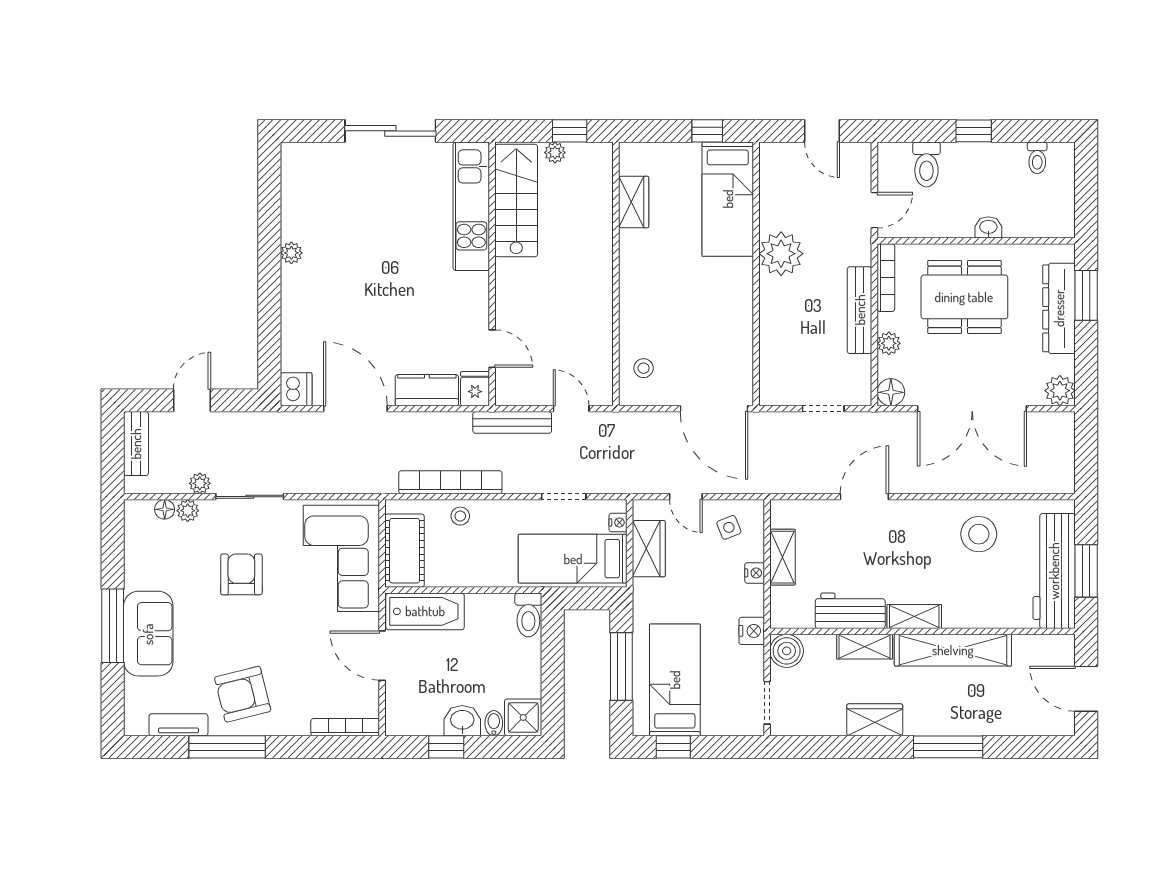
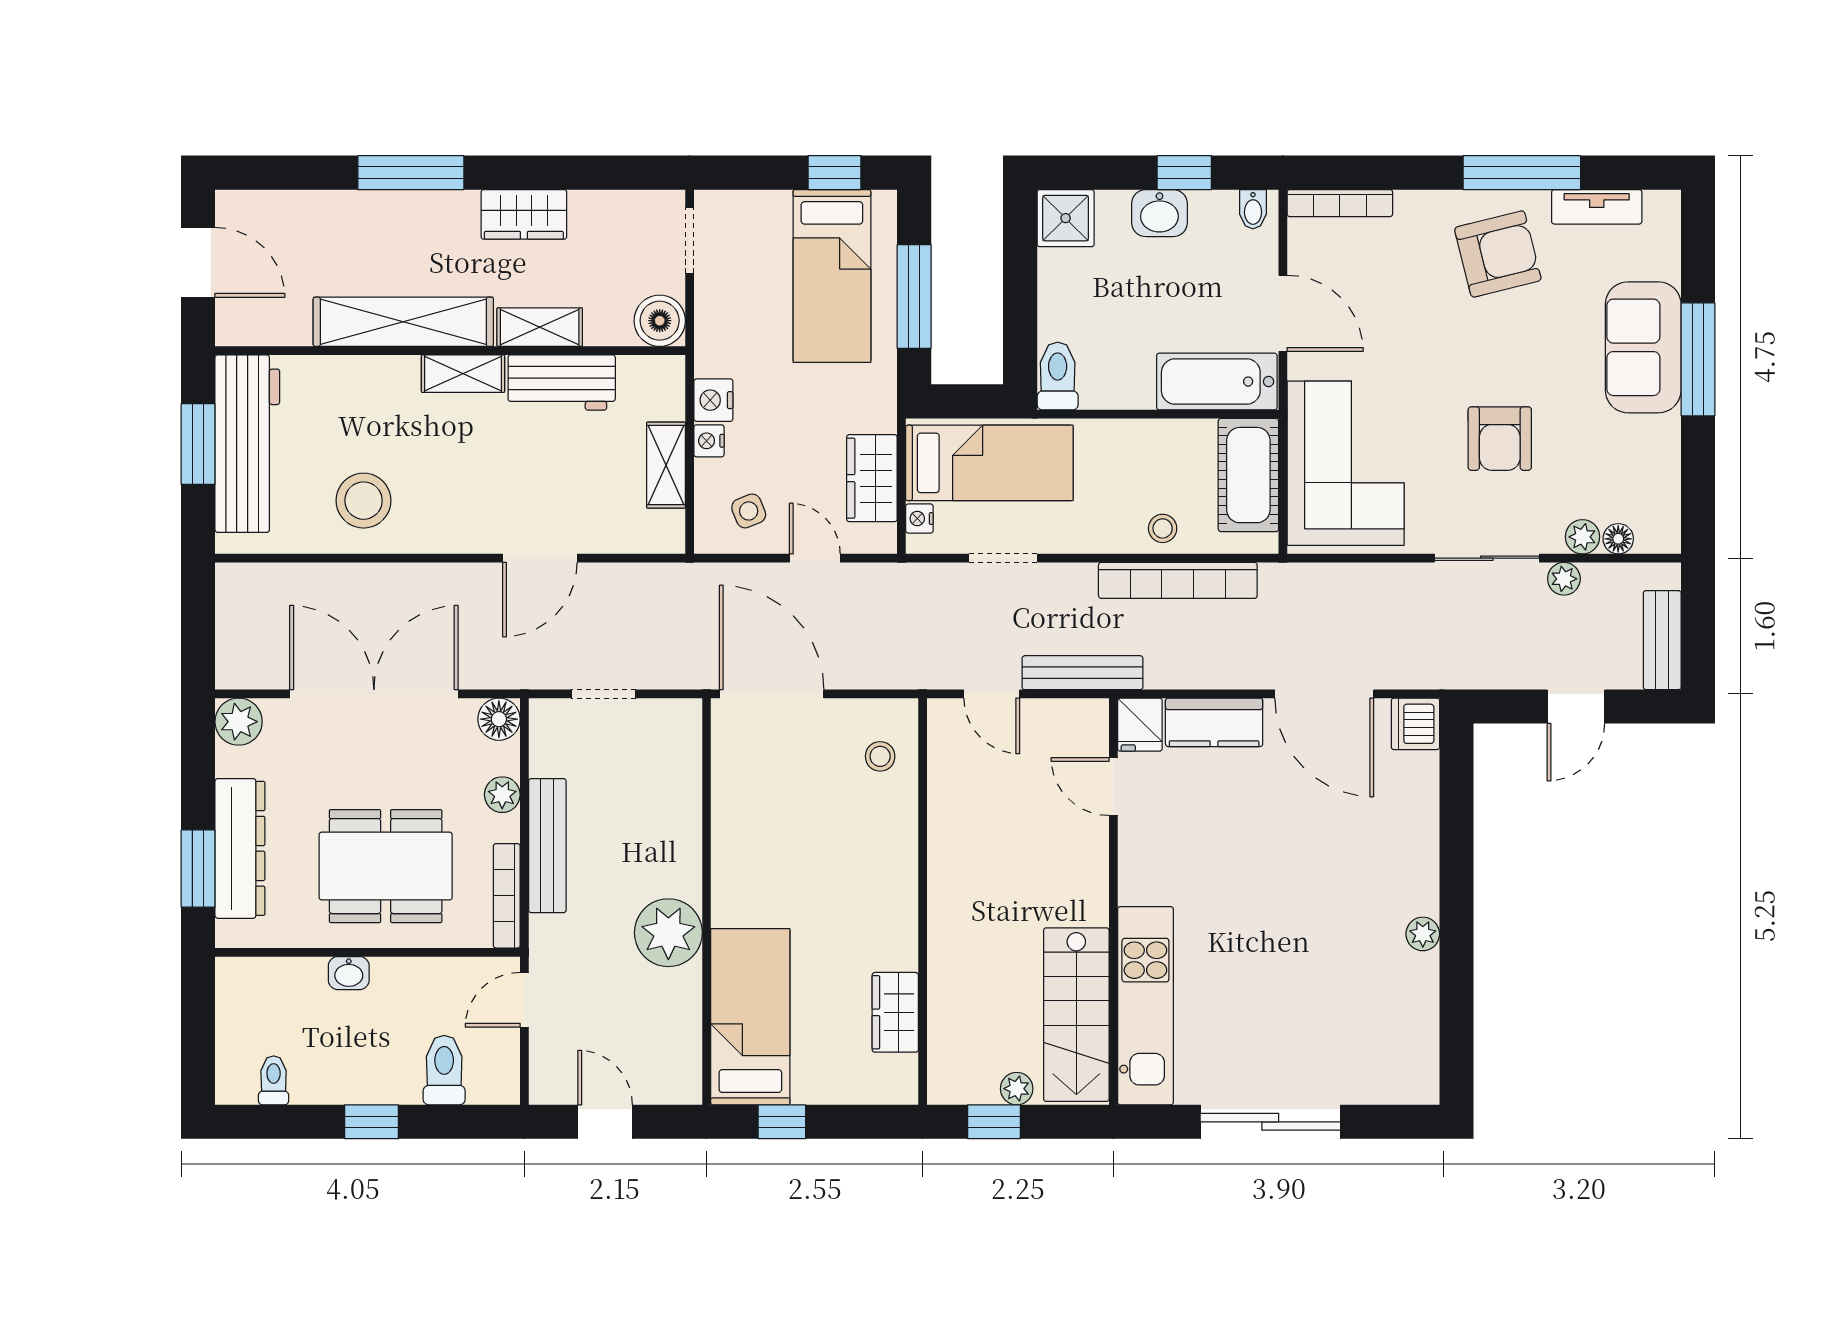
nightstand: (752, 631) -> (713, 400), moved
bidet: (494, 723) -> (1253, 209), moved

